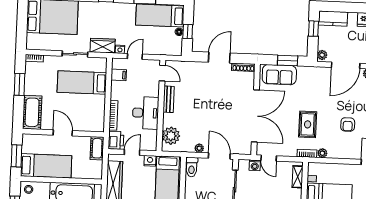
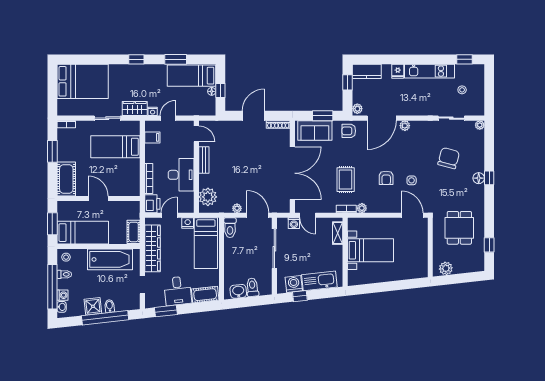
armchair: (313, 77) -> (349, 131), added
cot: (97, 148) -> (134, 232), moved

